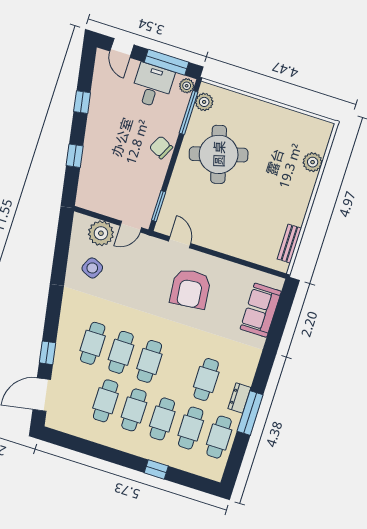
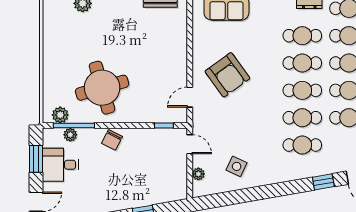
window: (166, 62) -> (36, 159), width x0.69
plant: (187, 86) -> (70, 135), moved
window: (159, 206) -> (164, 126), width x0.67
plant: (101, 233) -> (198, 174), width x0.53, depth x0.53
armchair: (190, 289) -> (227, 75), turned 60
cafe table: (178, 370) -> (302, 63), added

